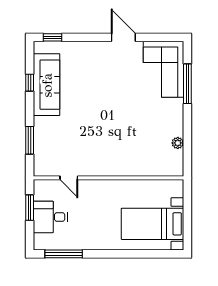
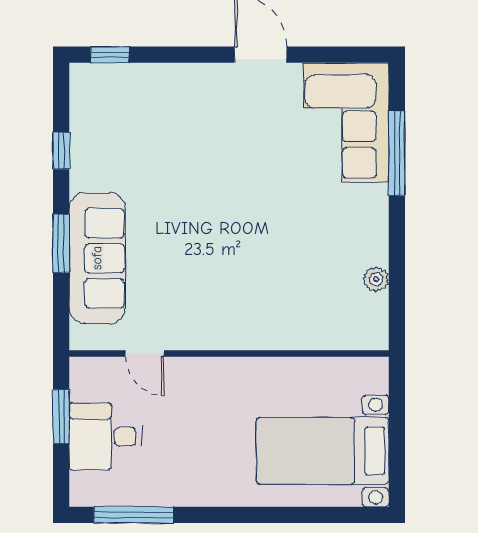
sofa: (47, 85) -> (97, 258), moved
window: (30, 140) -> (61, 244), moved

